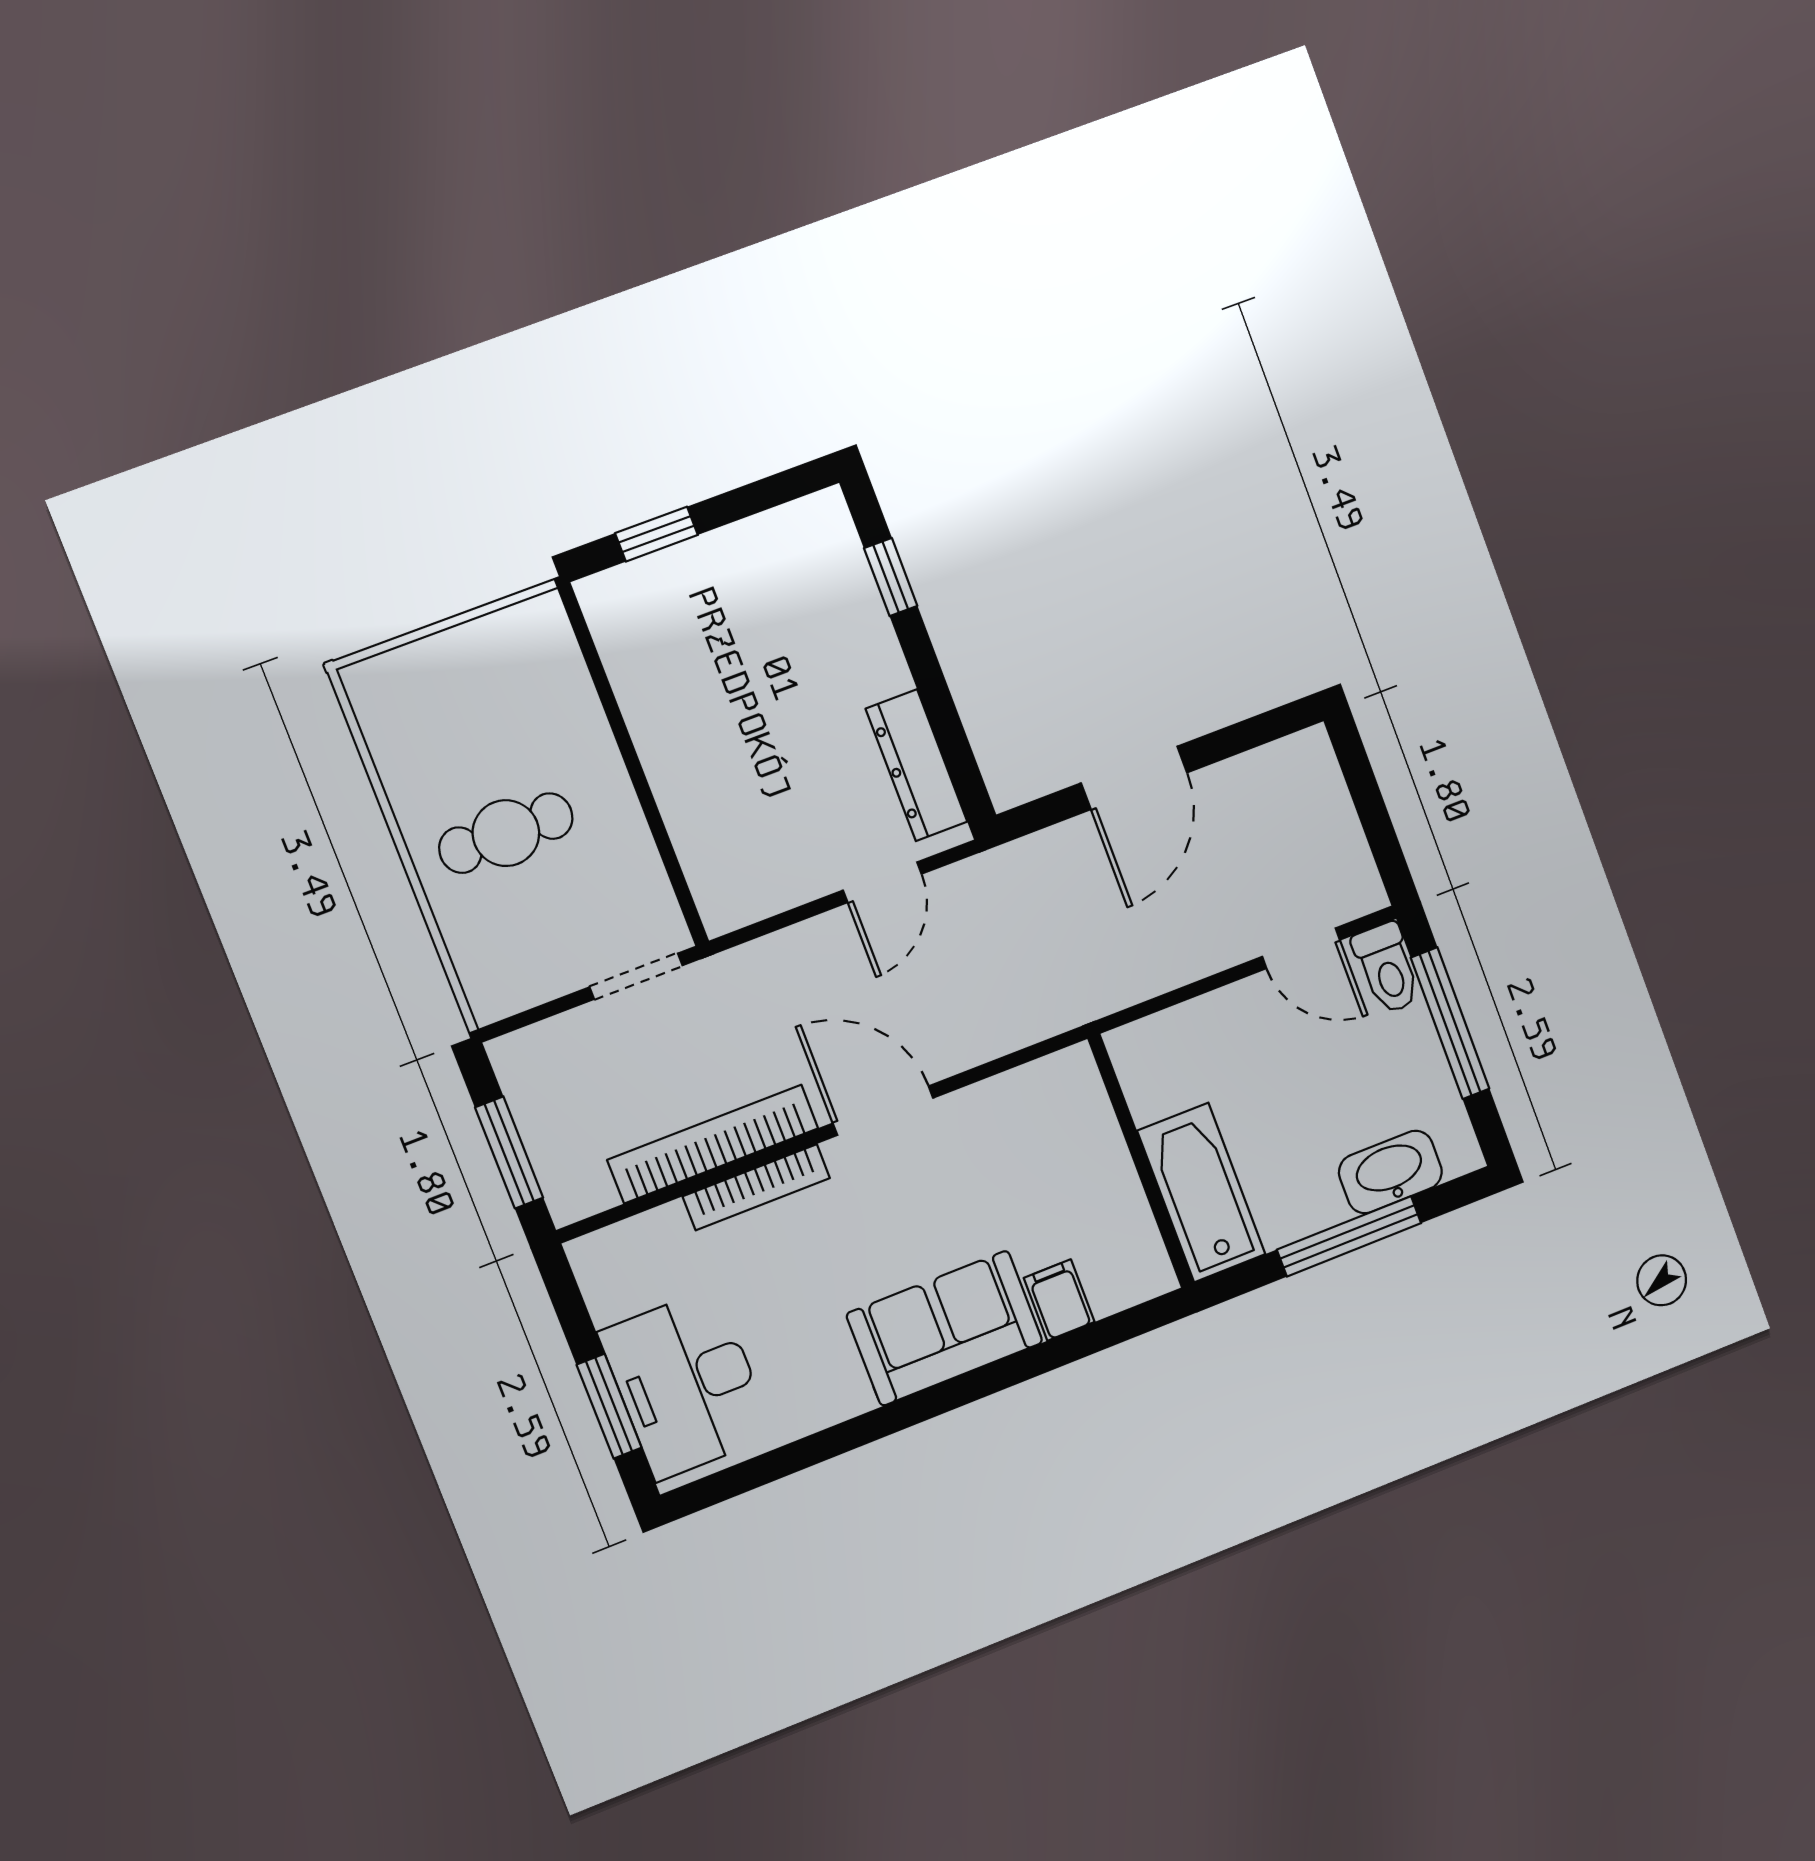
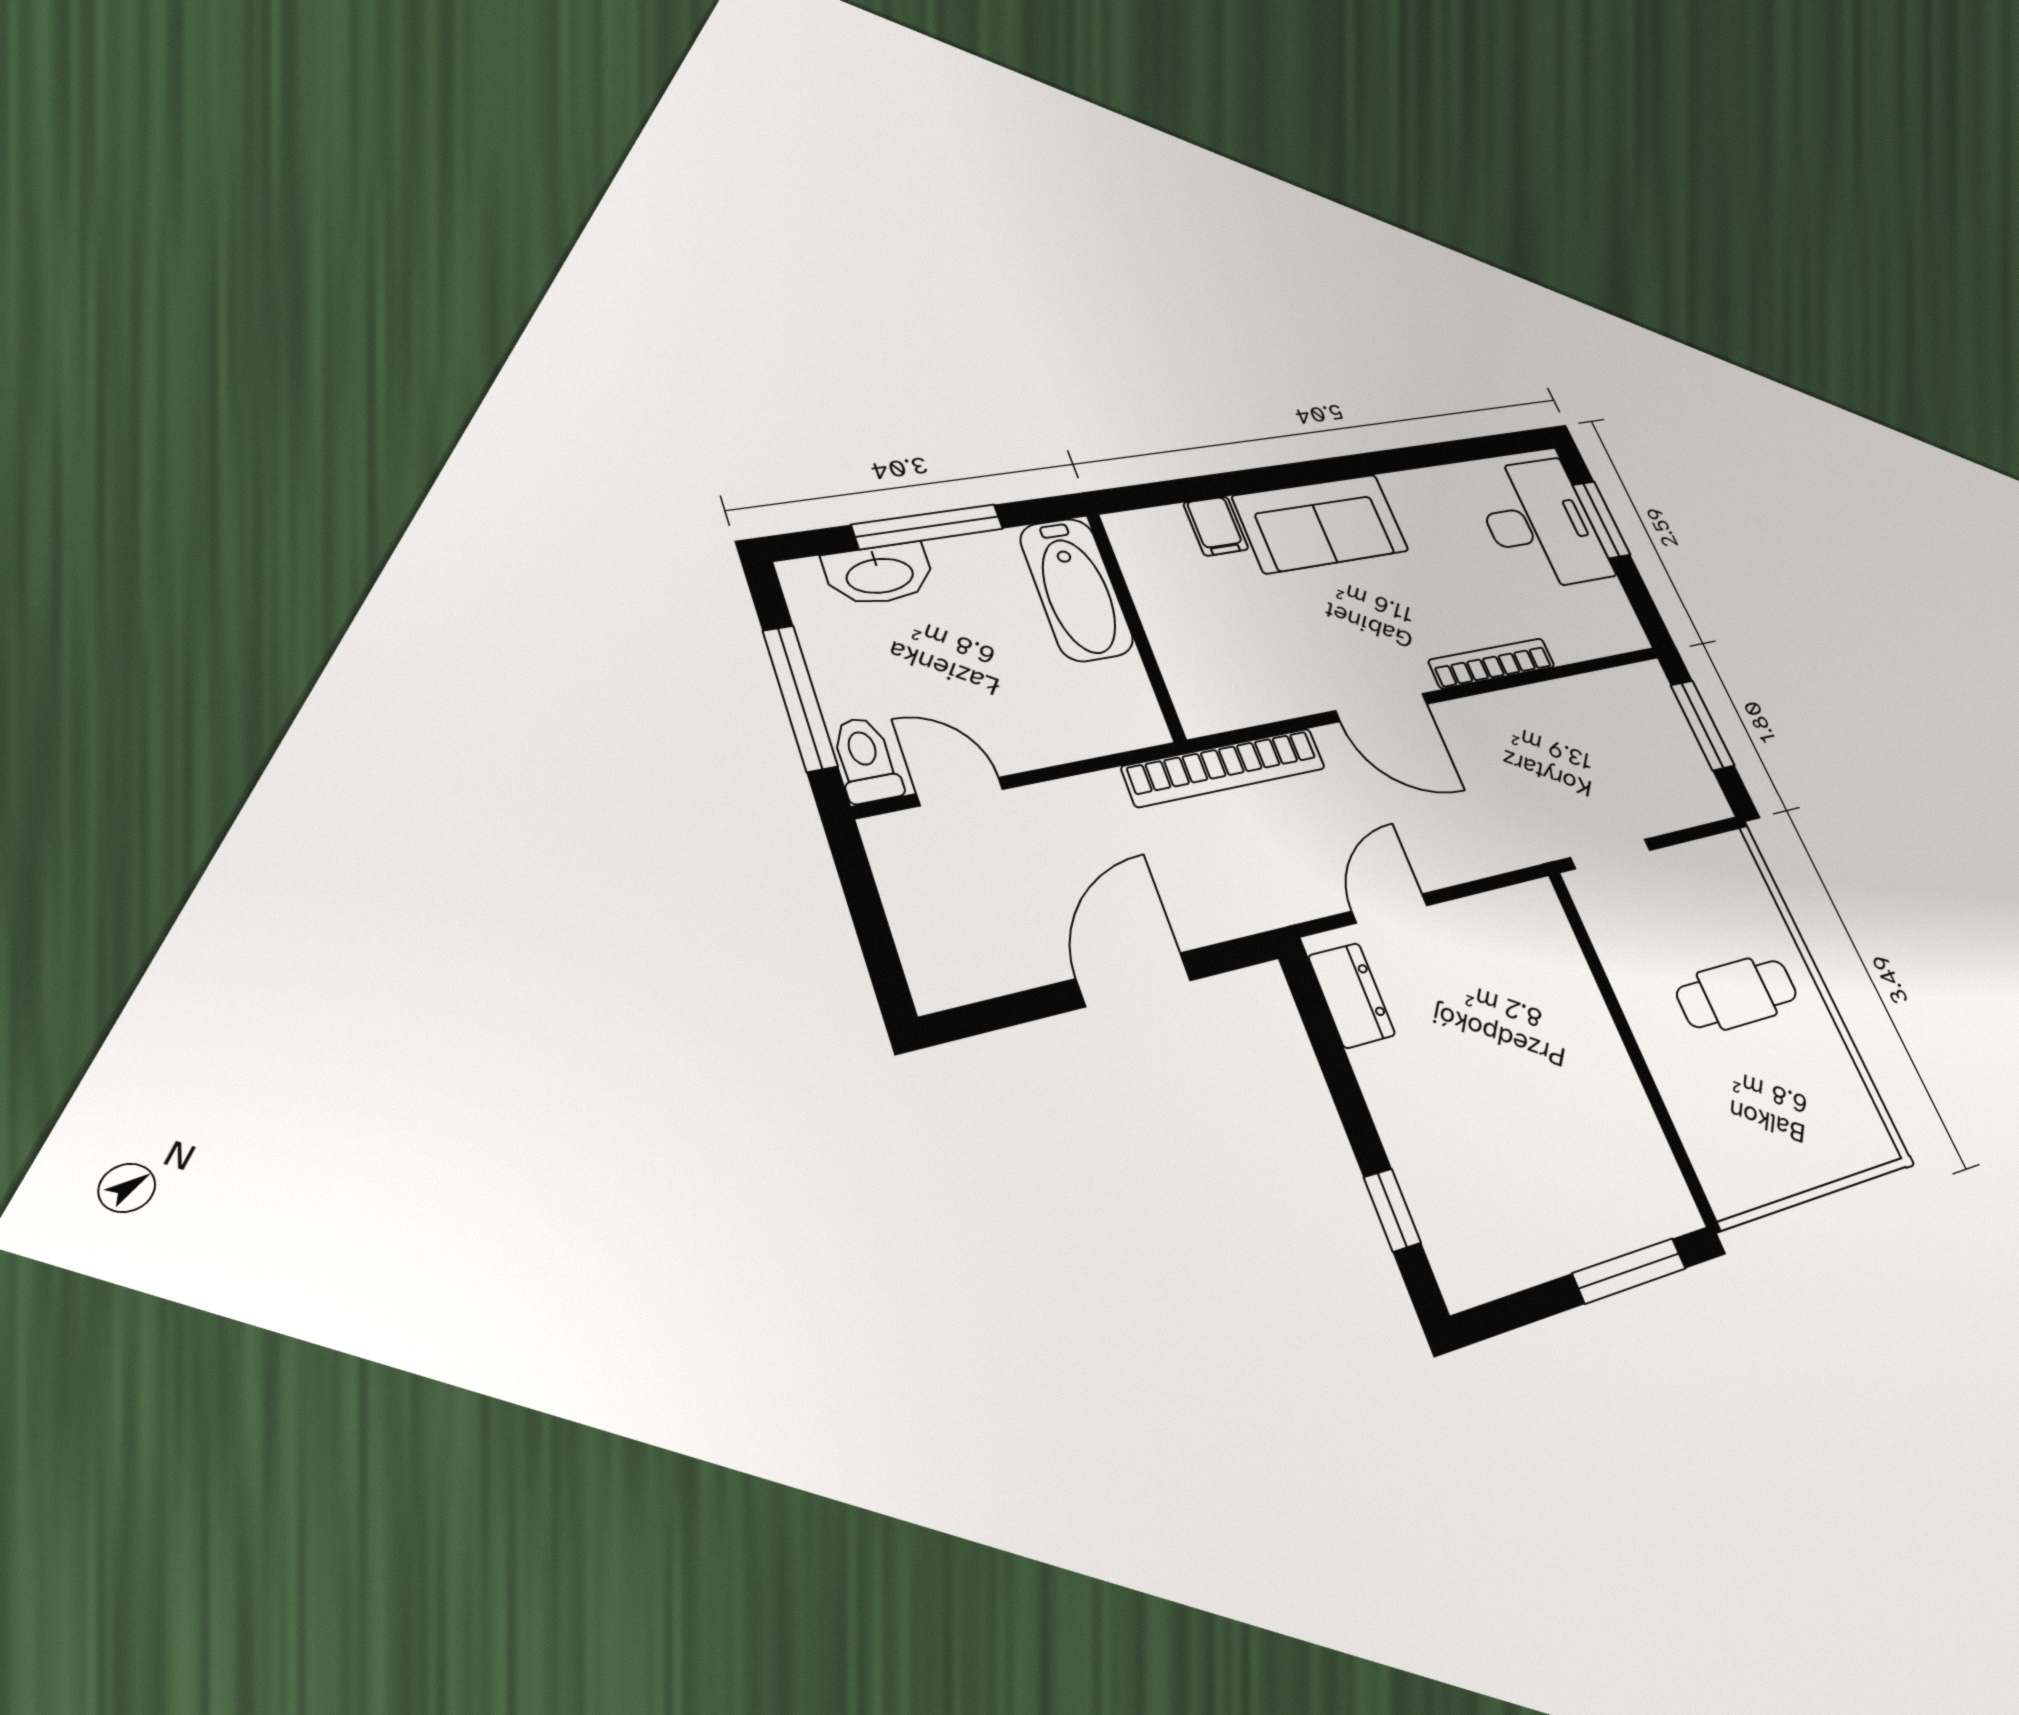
window: (656, 534) -> (1629, 1271), width x1.50
dresser: (917, 765) -> (1352, 995), width x0.70
bookcase: (713, 1144) -> (1224, 767), moved

